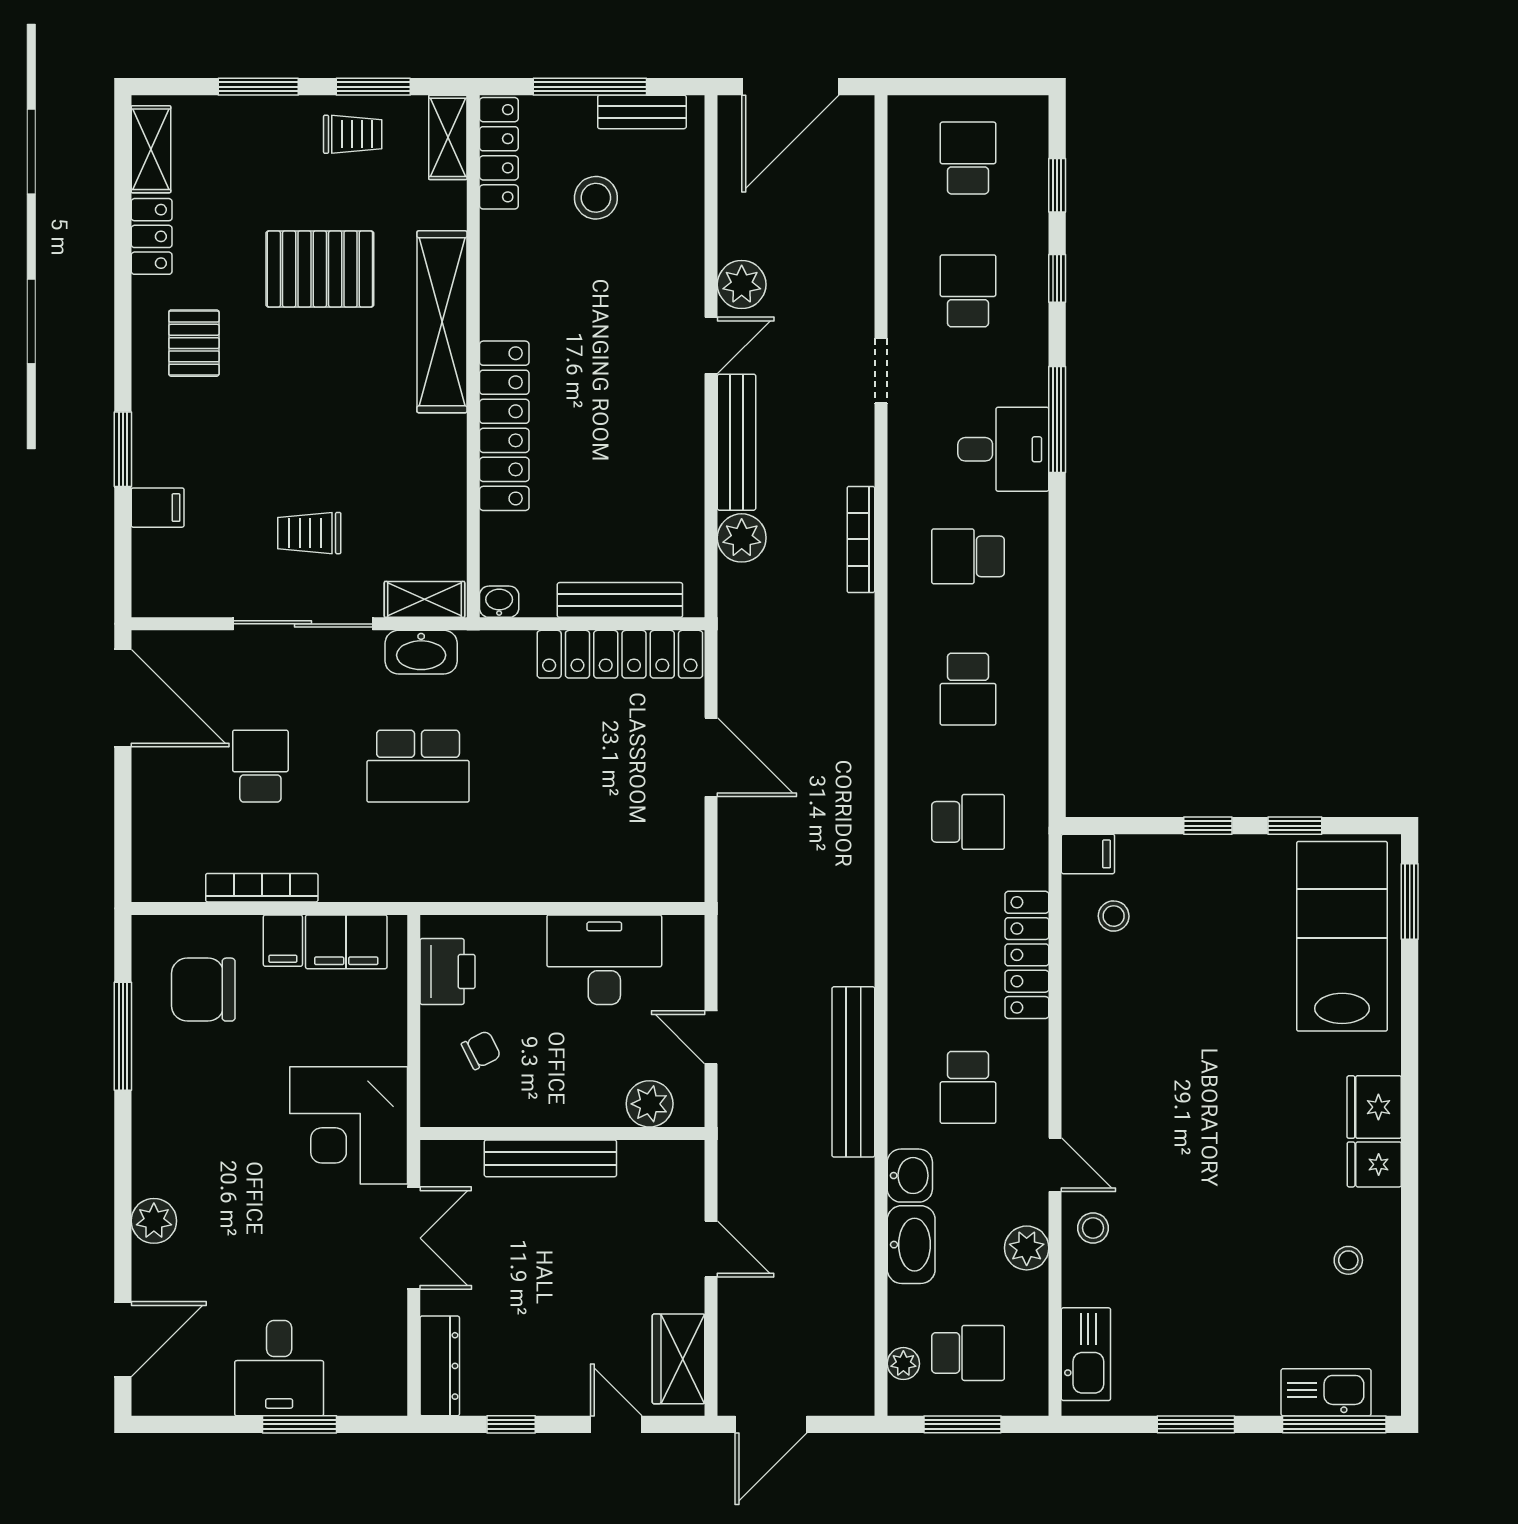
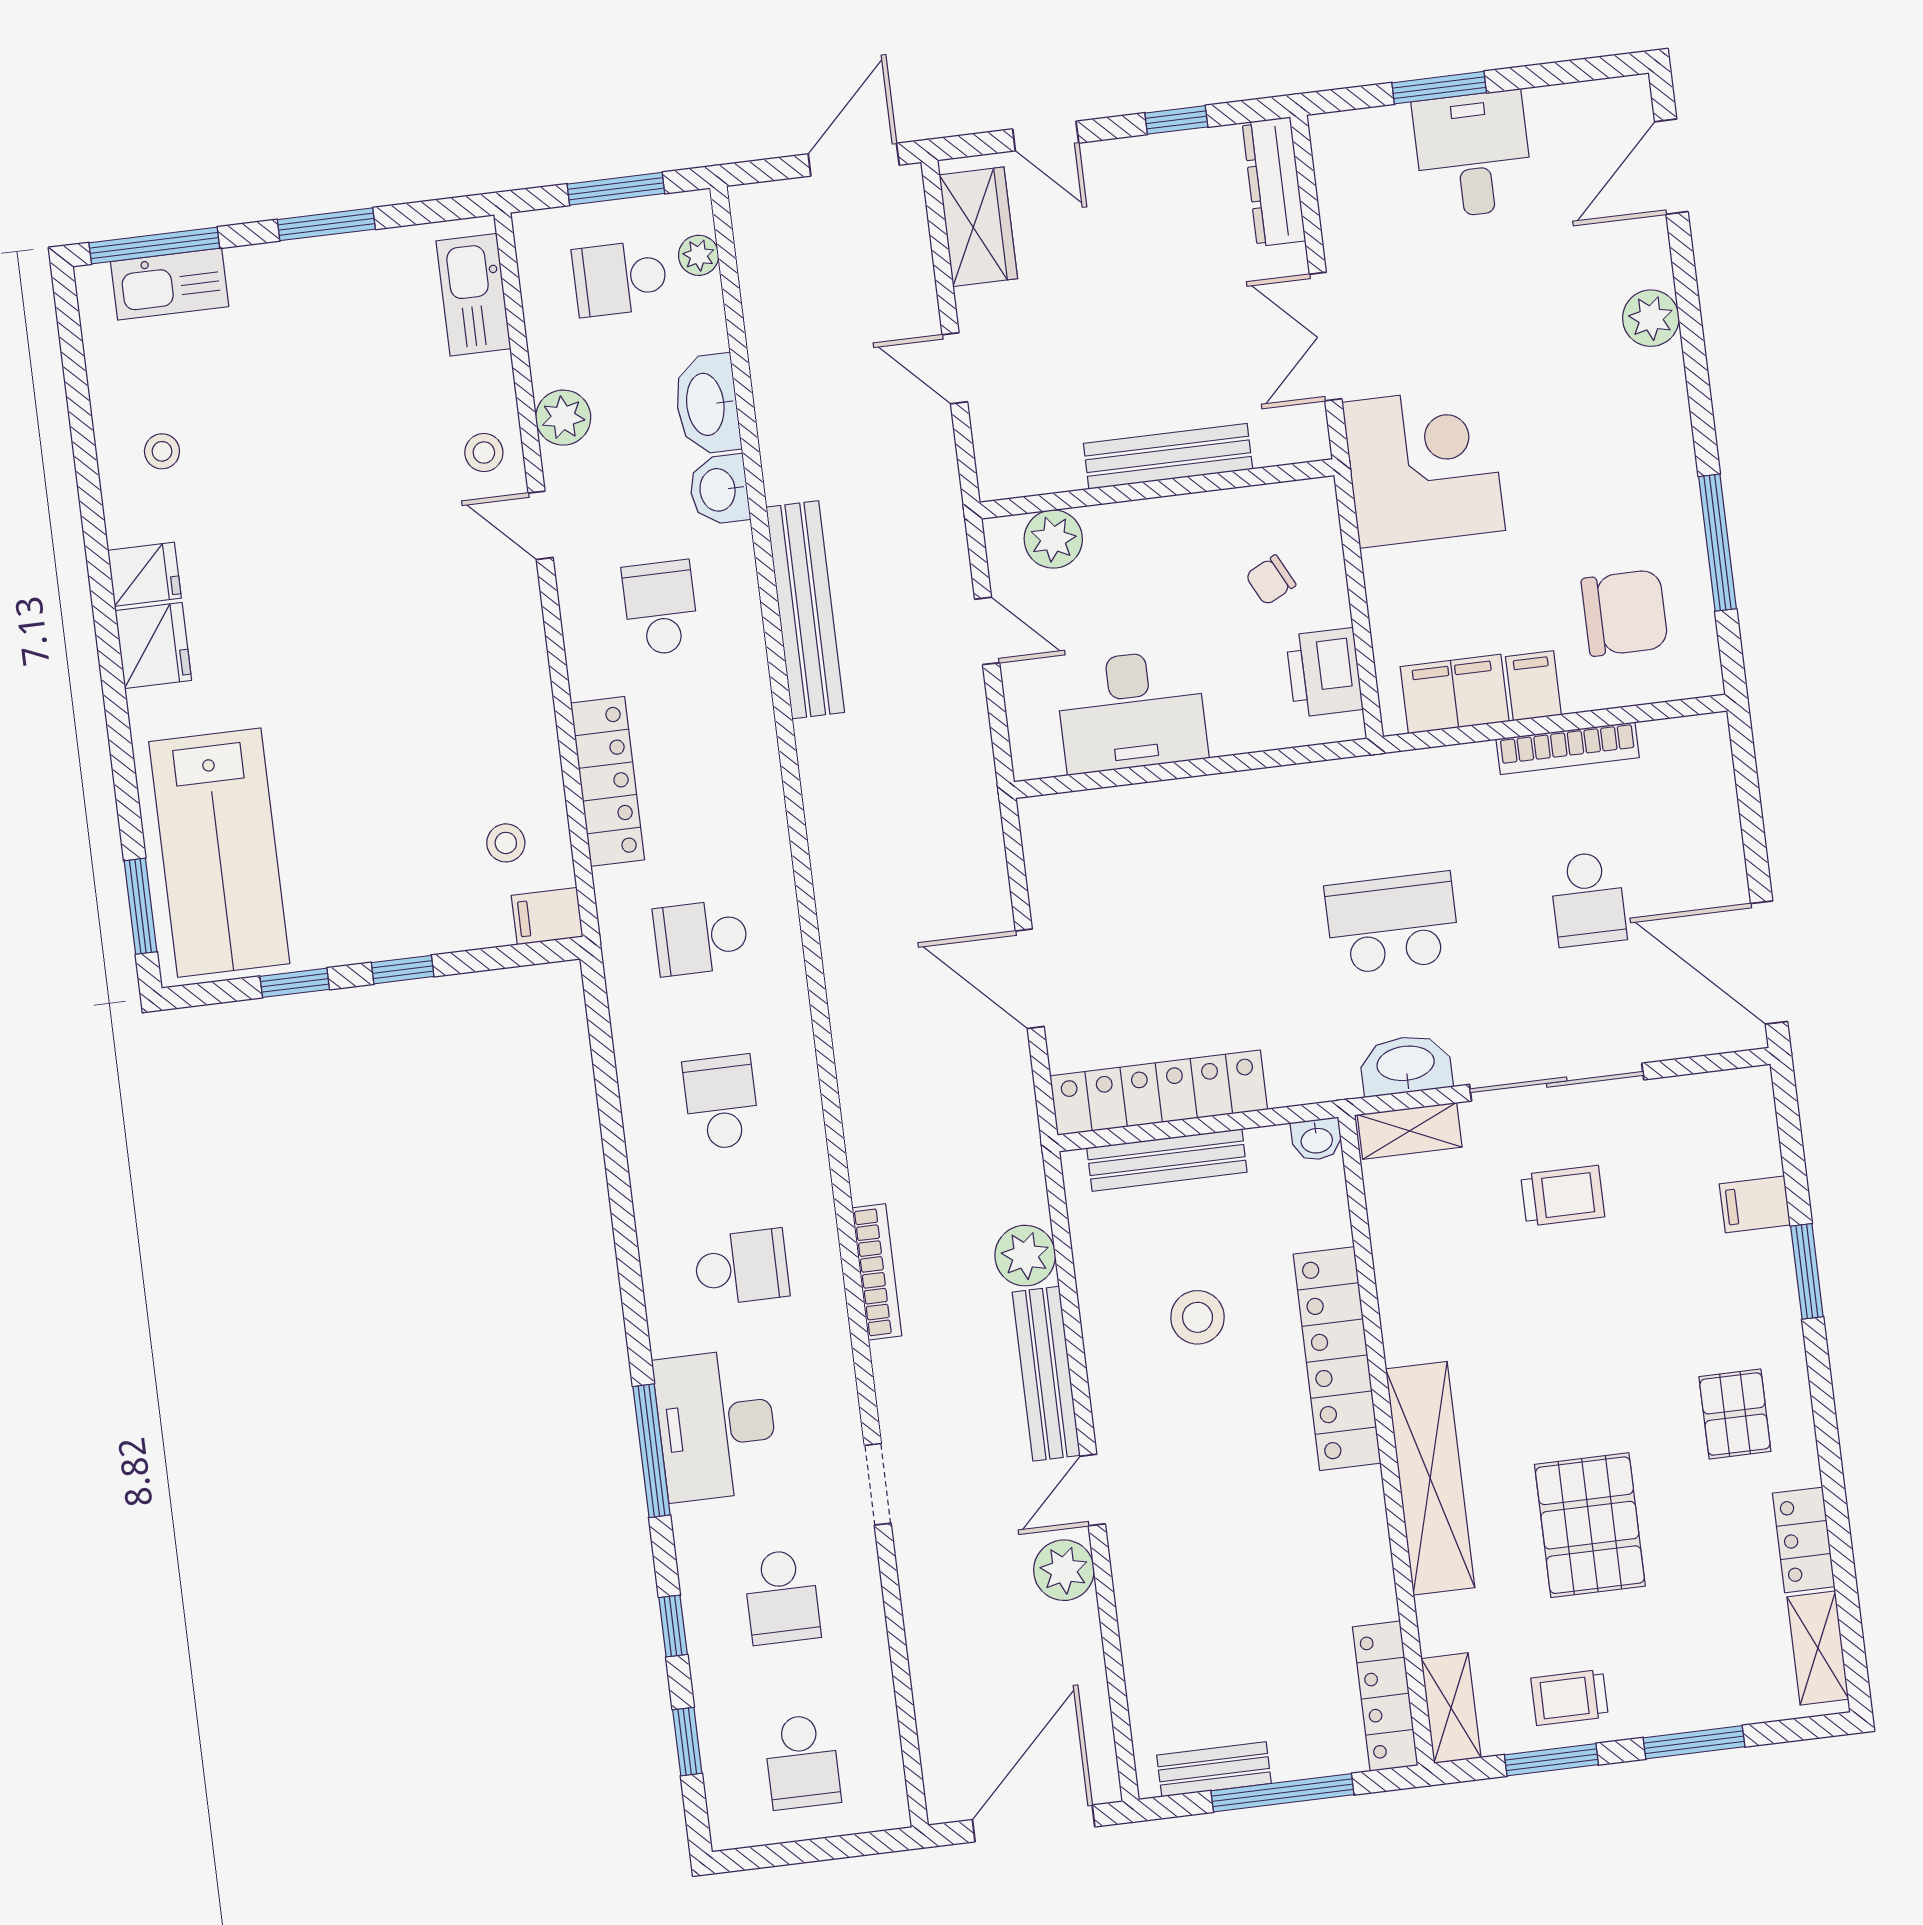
stool: (596, 198) -> (1198, 1317), moved
pallet: (320, 269) -> (1590, 1525), turned 90
desk: (1003, 449) -> (716, 1425), width x1.37

